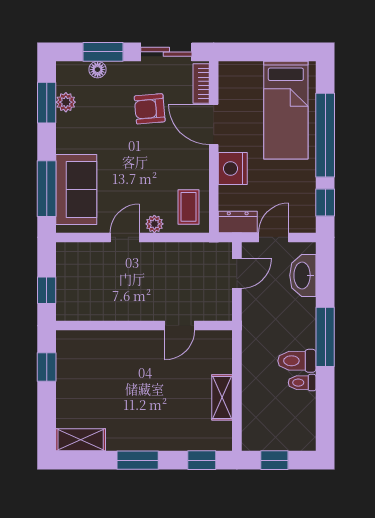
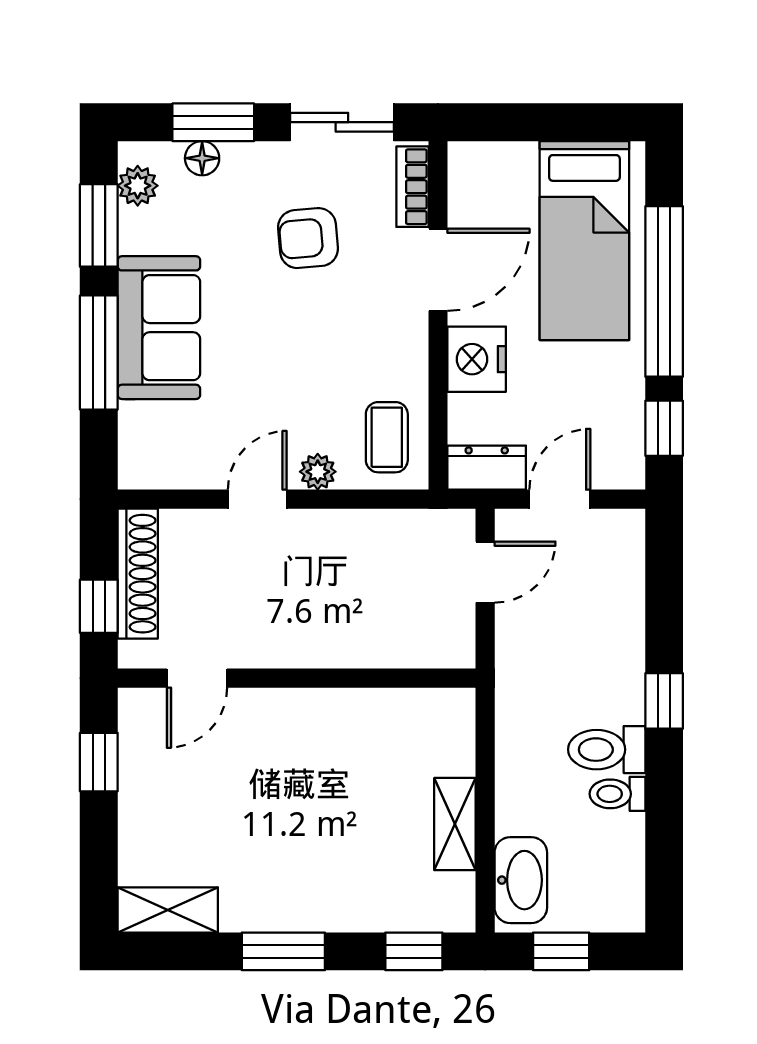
plant: (66, 102) -> (138, 186), moved
door: (214, 124) -> (438, 270), swing flipped
window: (47, 189) -> (99, 353), moved
sofa: (76, 189) -> (159, 328), moved
shoe rack: (66, 274) -> (138, 574), added
washbasin: (303, 275) -> (521, 880), moved, turned 180
door: (180, 326) -> (197, 678), moved
window: (325, 337) -> (664, 701), width x0.46

